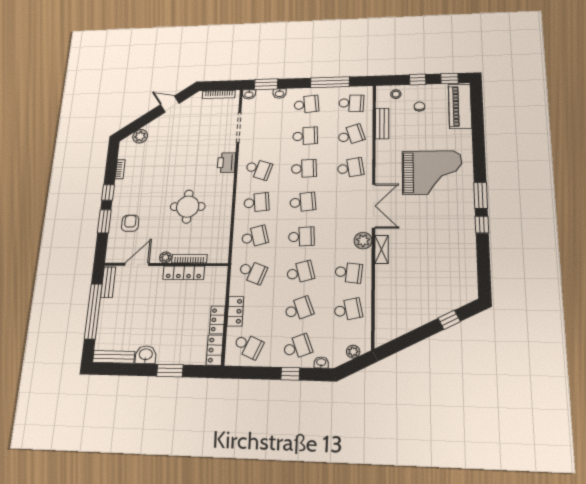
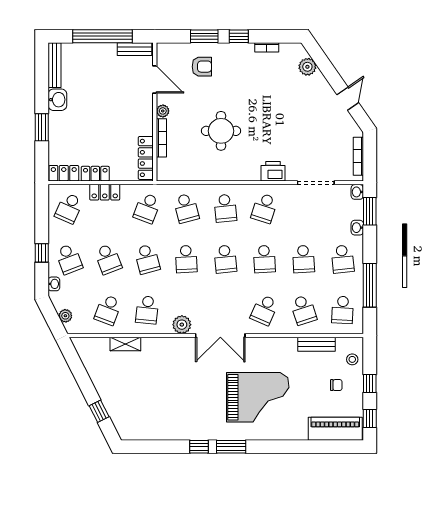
school desk: (350, 168) -> (264, 310), turned 33
grand piano: (432, 172) -> (258, 397), turned -90
shelving: (382, 249) -> (125, 344), moved
locker: (184, 273) -> (146, 158), moved
school desk: (348, 310) -> (108, 310), turned 33

